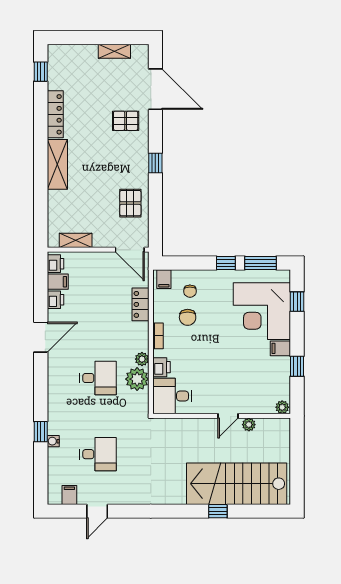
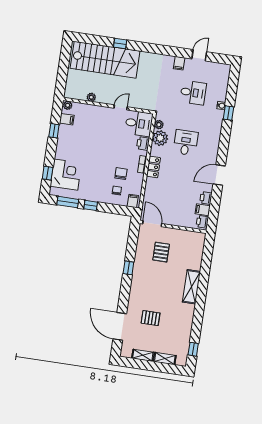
locker: (55, 114) -> (188, 320), removed
pallet: (126, 121) -> (151, 318), moved
window: (155, 163) -> (128, 268), moved
pallet: (130, 203) -> (161, 252), moved
shelving: (76, 240) -> (165, 359), moved
locker: (141, 304) -> (154, 167), moved
corner desk: (262, 311) -> (66, 175), width x0.74, depth x0.74
filing cabinet: (280, 348) -> (67, 119), moved
plant: (142, 359) -> (159, 125), moved
desk: (98, 378) -> (186, 143), turned 90
door: (228, 416) -> (121, 107), moved
desk: (98, 454) -> (193, 93), turned 180
filing cabinet: (69, 495) -> (179, 63), moved

